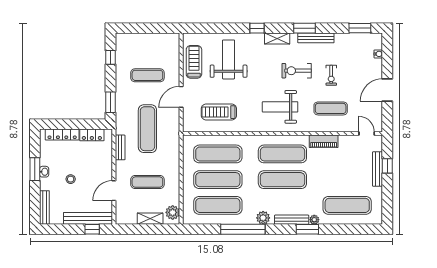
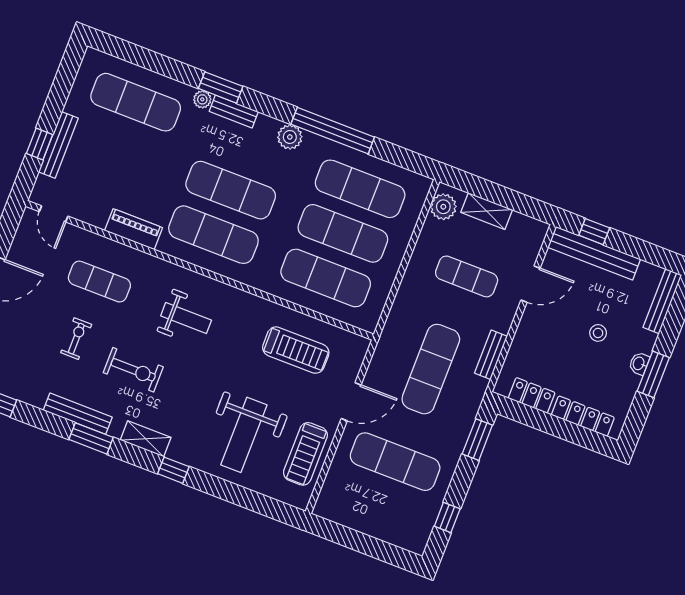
exercise mat: (147, 75) -> (395, 462), width x1.36, depth x1.45
weight bench: (280, 107) -> (186, 318), width x0.73, depth x0.75
bench: (292, 220) -> (234, 111), width x0.73

